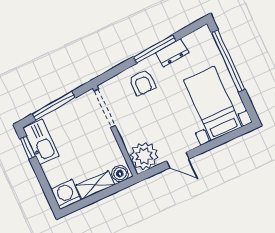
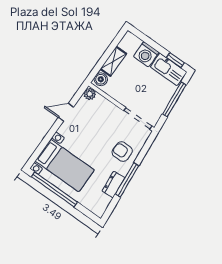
window: (228, 61) -> (54, 189), moved
plant: (144, 156) -> (90, 94), width x0.53, depth x0.53
washing machine: (66, 194) -> (146, 54), moved, turned 90

